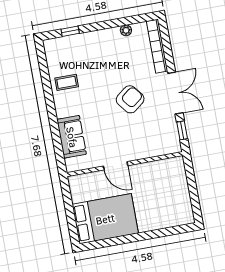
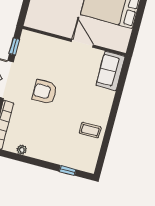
armchair: (130, 99) -> (45, 92), turned 38
sofa: (72, 137) -> (111, 71), moved

